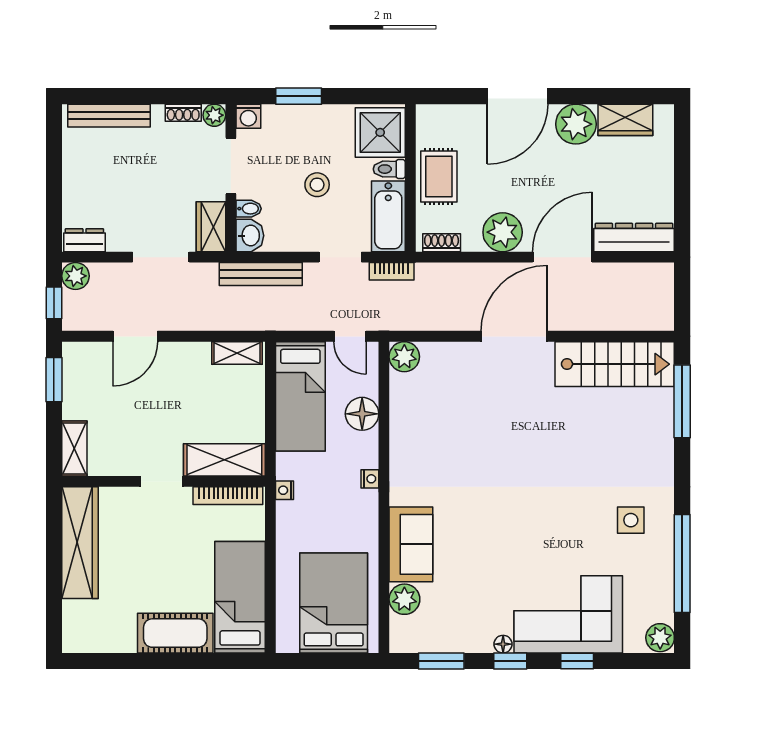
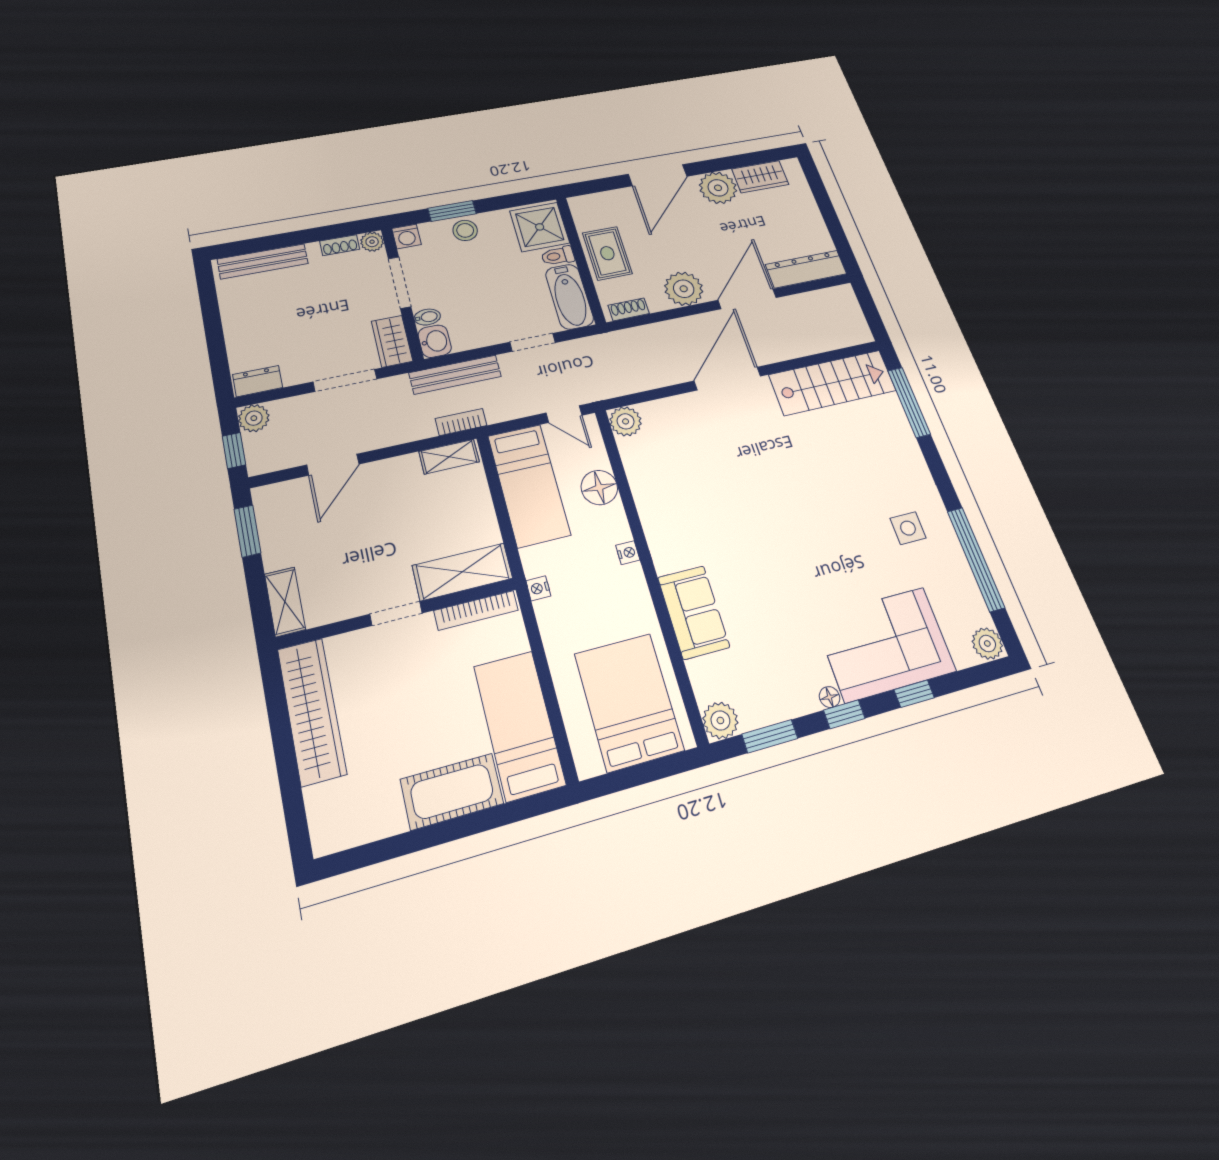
stool: (317, 185) -> (465, 230), moved
bookcase: (392, 271) -> (461, 422), moved, turned 180
plant: (404, 599) -> (720, 720), moved

